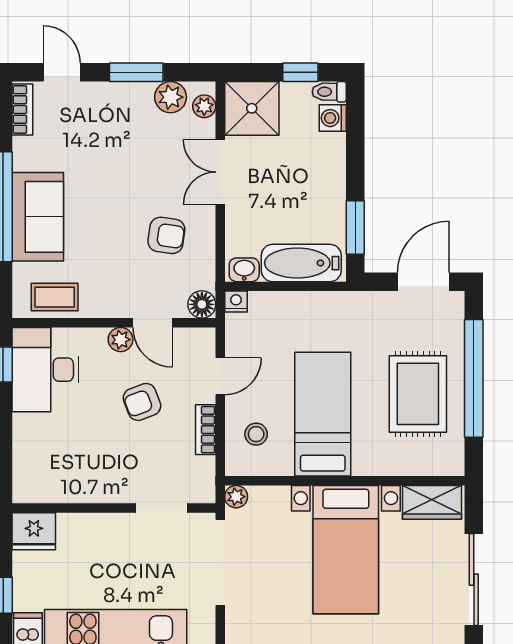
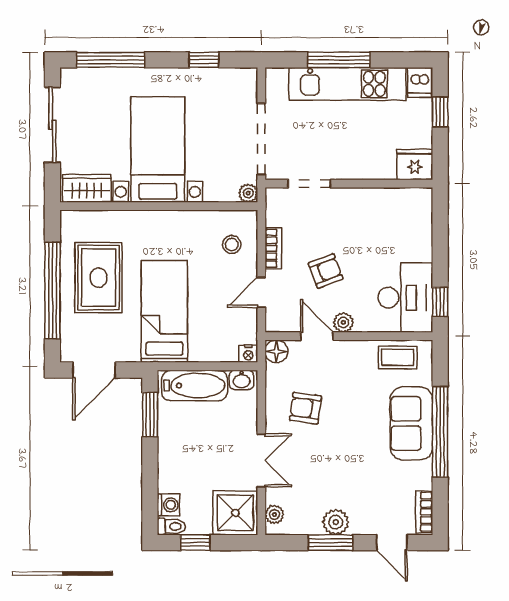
plant: (171, 97) -> (336, 522), moved
bed: (323, 414) -> (164, 311), moved, turned 180

